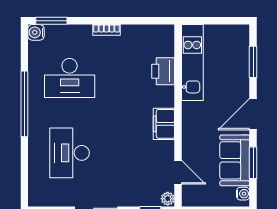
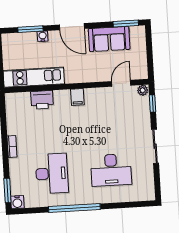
filing cabinet: (164, 124) -> (77, 97), width x0.50
window: (253, 163) -> (126, 23), moved
water cooler: (243, 194) -> (43, 36), moved

